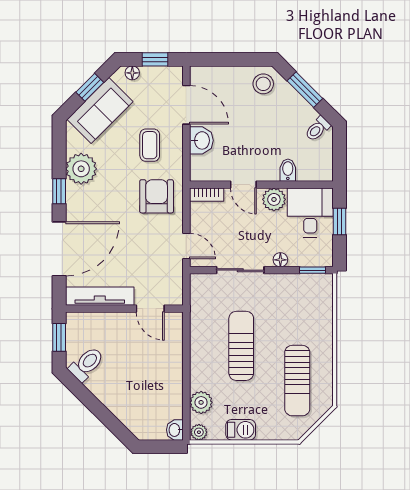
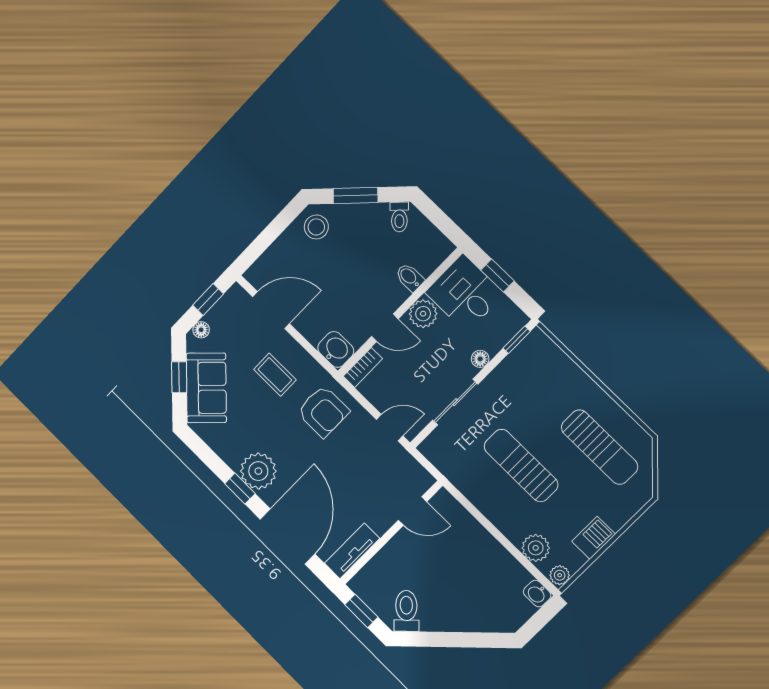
washbasin: (201, 140) -> (336, 349), moved
plant: (81, 169) -> (258, 471), moved
armchair: (157, 196) -> (323, 411), turned 180
tv unit: (100, 296) -> (352, 551), width x0.71

